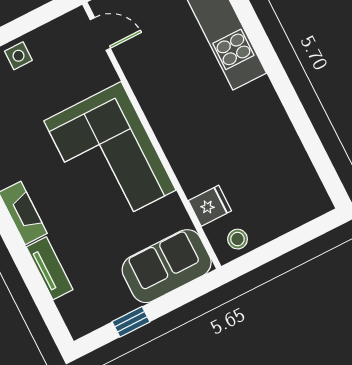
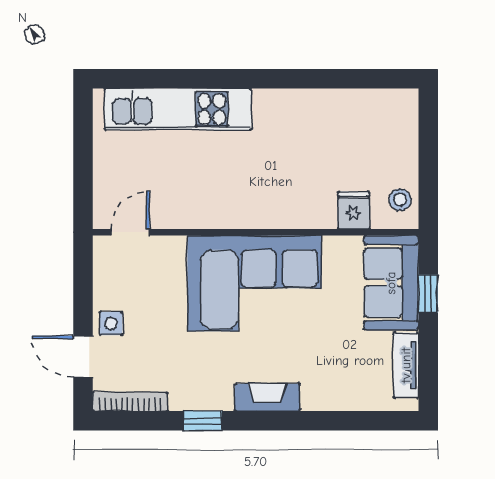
tv unit: (50, 268) -> (406, 365), moved, turned -90
window: (131, 322) -> (428, 294), moved

